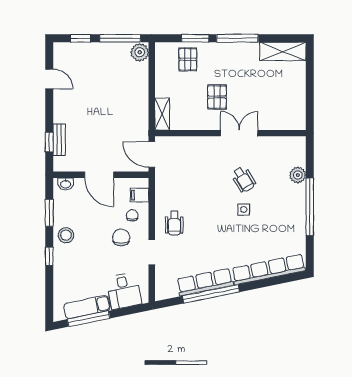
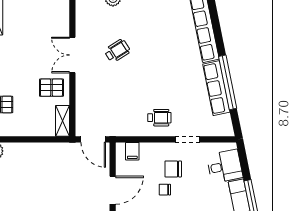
pallet: (217, 97) -> (51, 88), moved
shelving: (162, 114) -> (63, 121), moved, turned 90
door: (152, 155) -> (93, 139), hinge flipped
side table: (244, 210) -> (146, 51), removed
chair: (132, 215) -> (165, 190), moved

